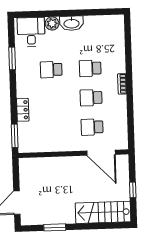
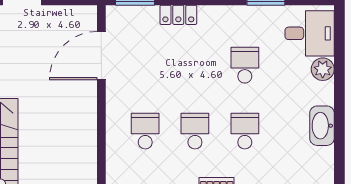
washbasin: (71, 23) -> (322, 126), moved
door: (101, 153) -> (101, 56), moved

